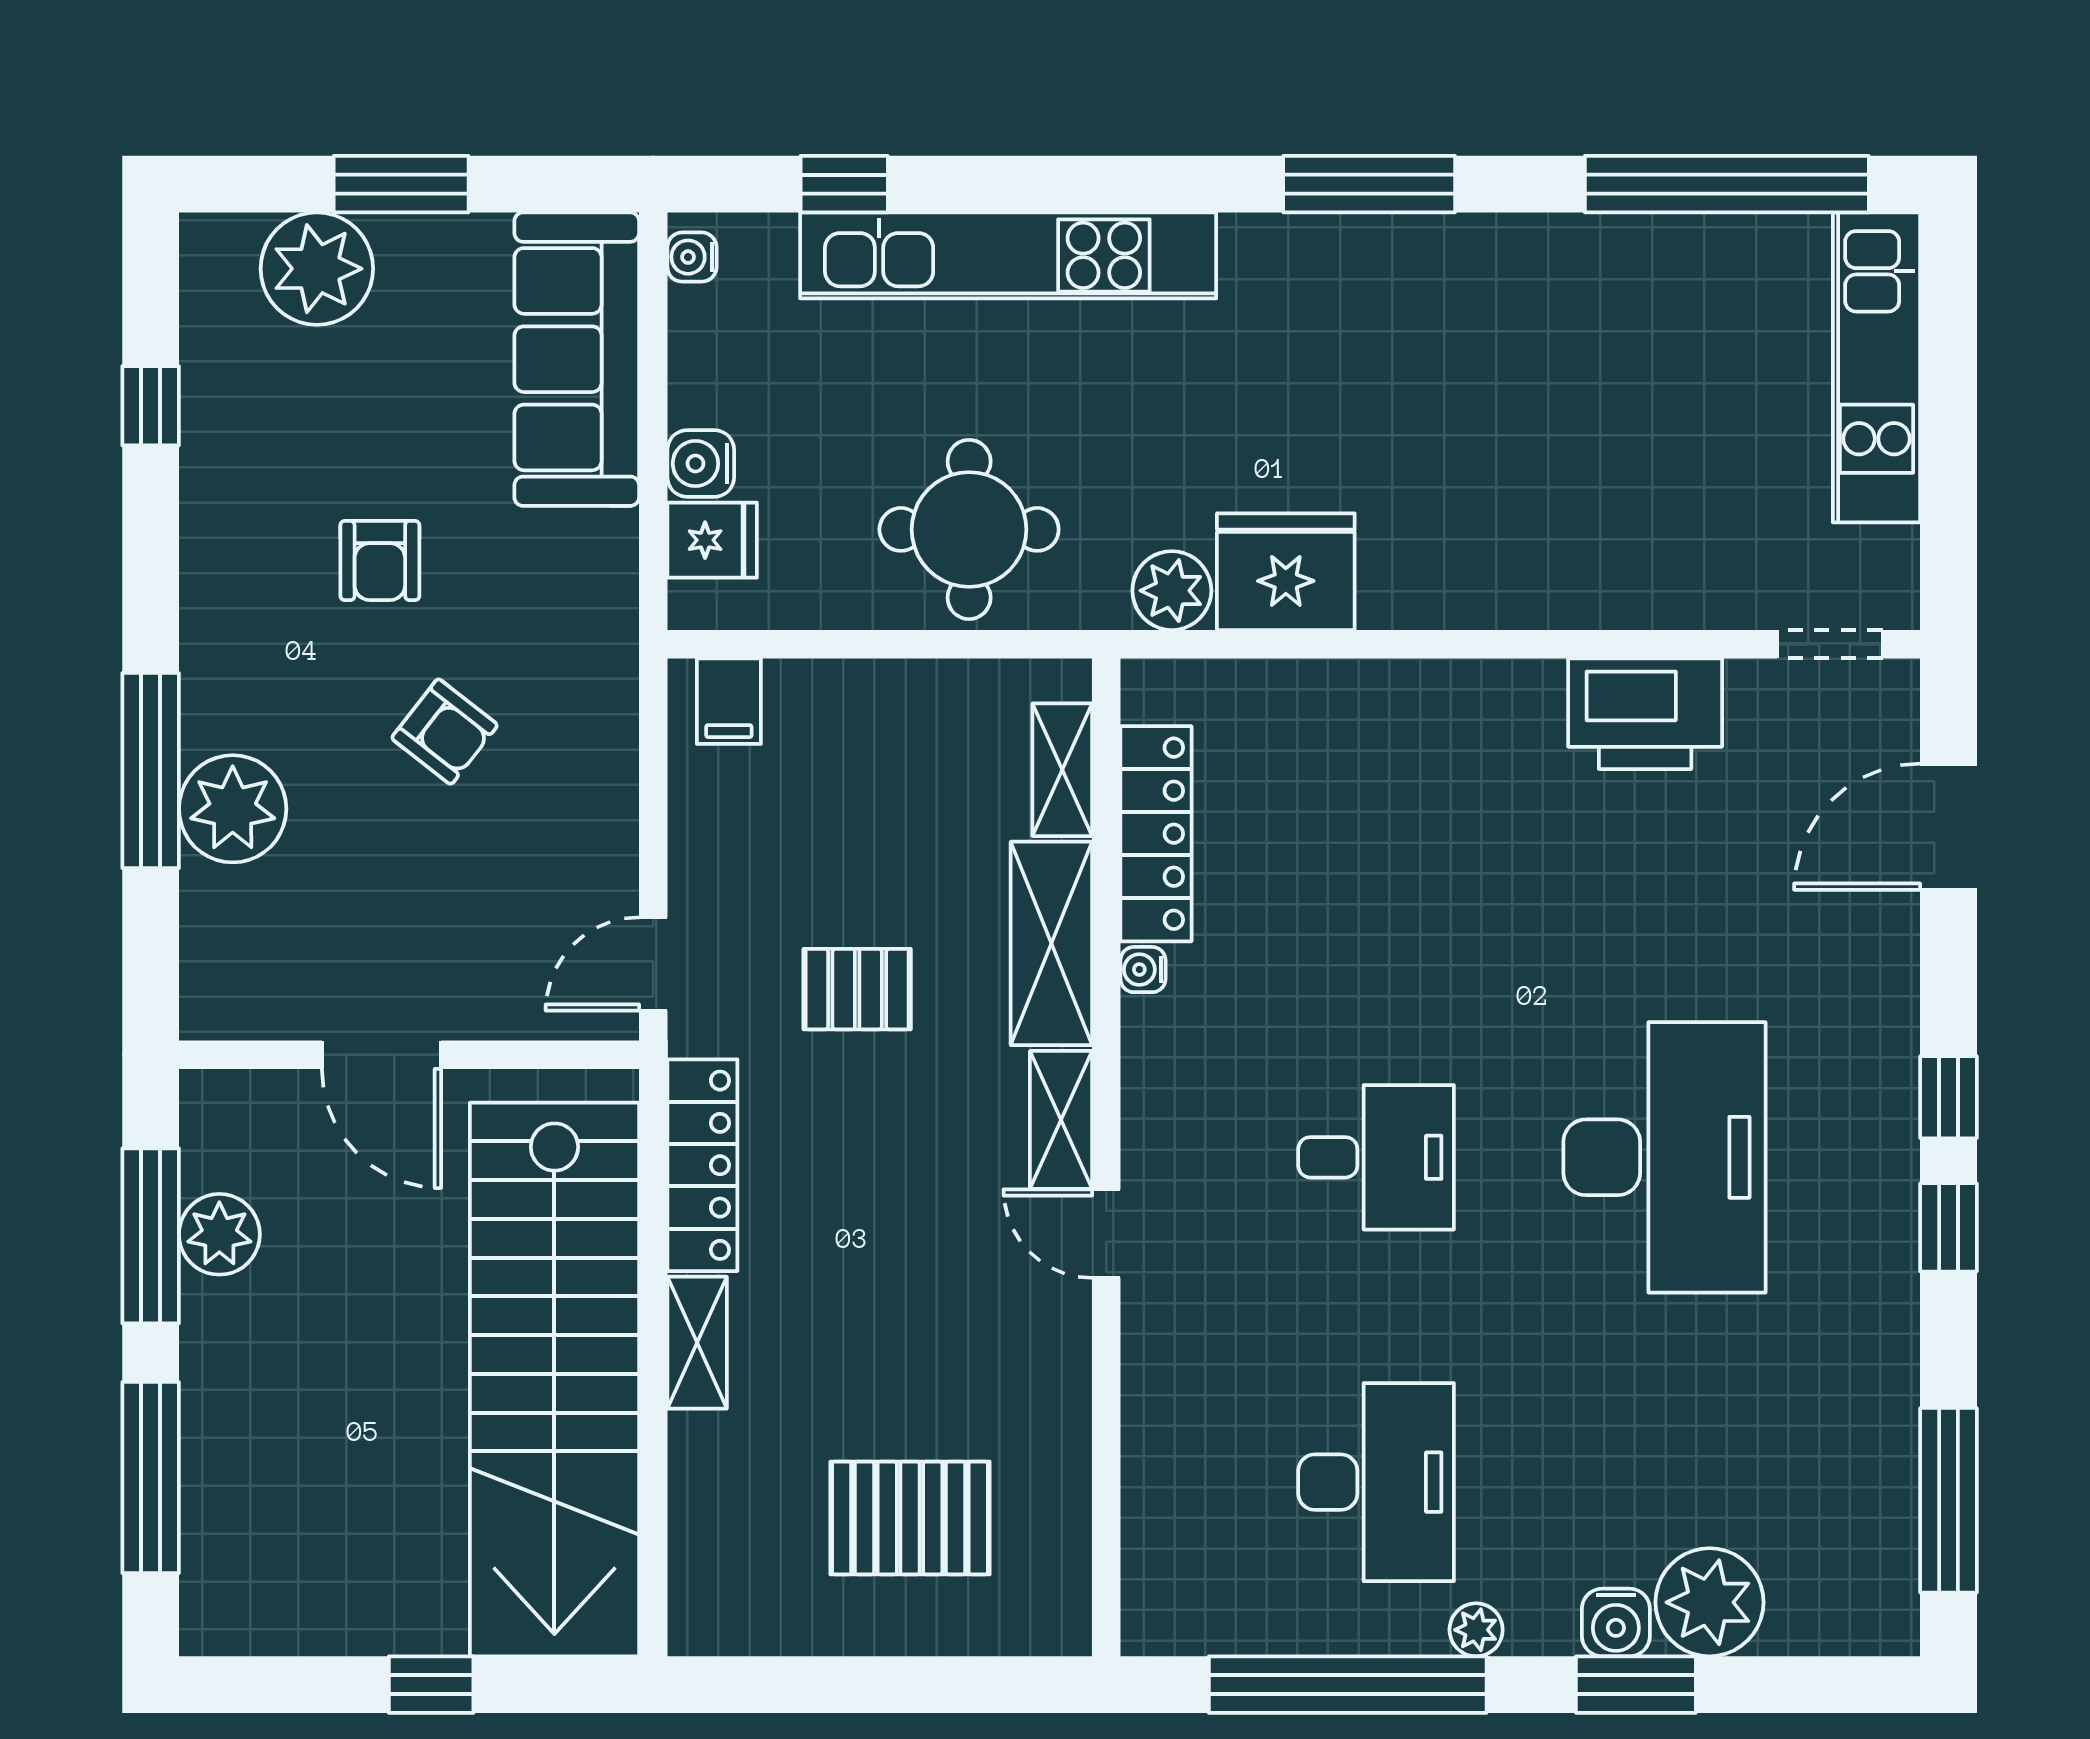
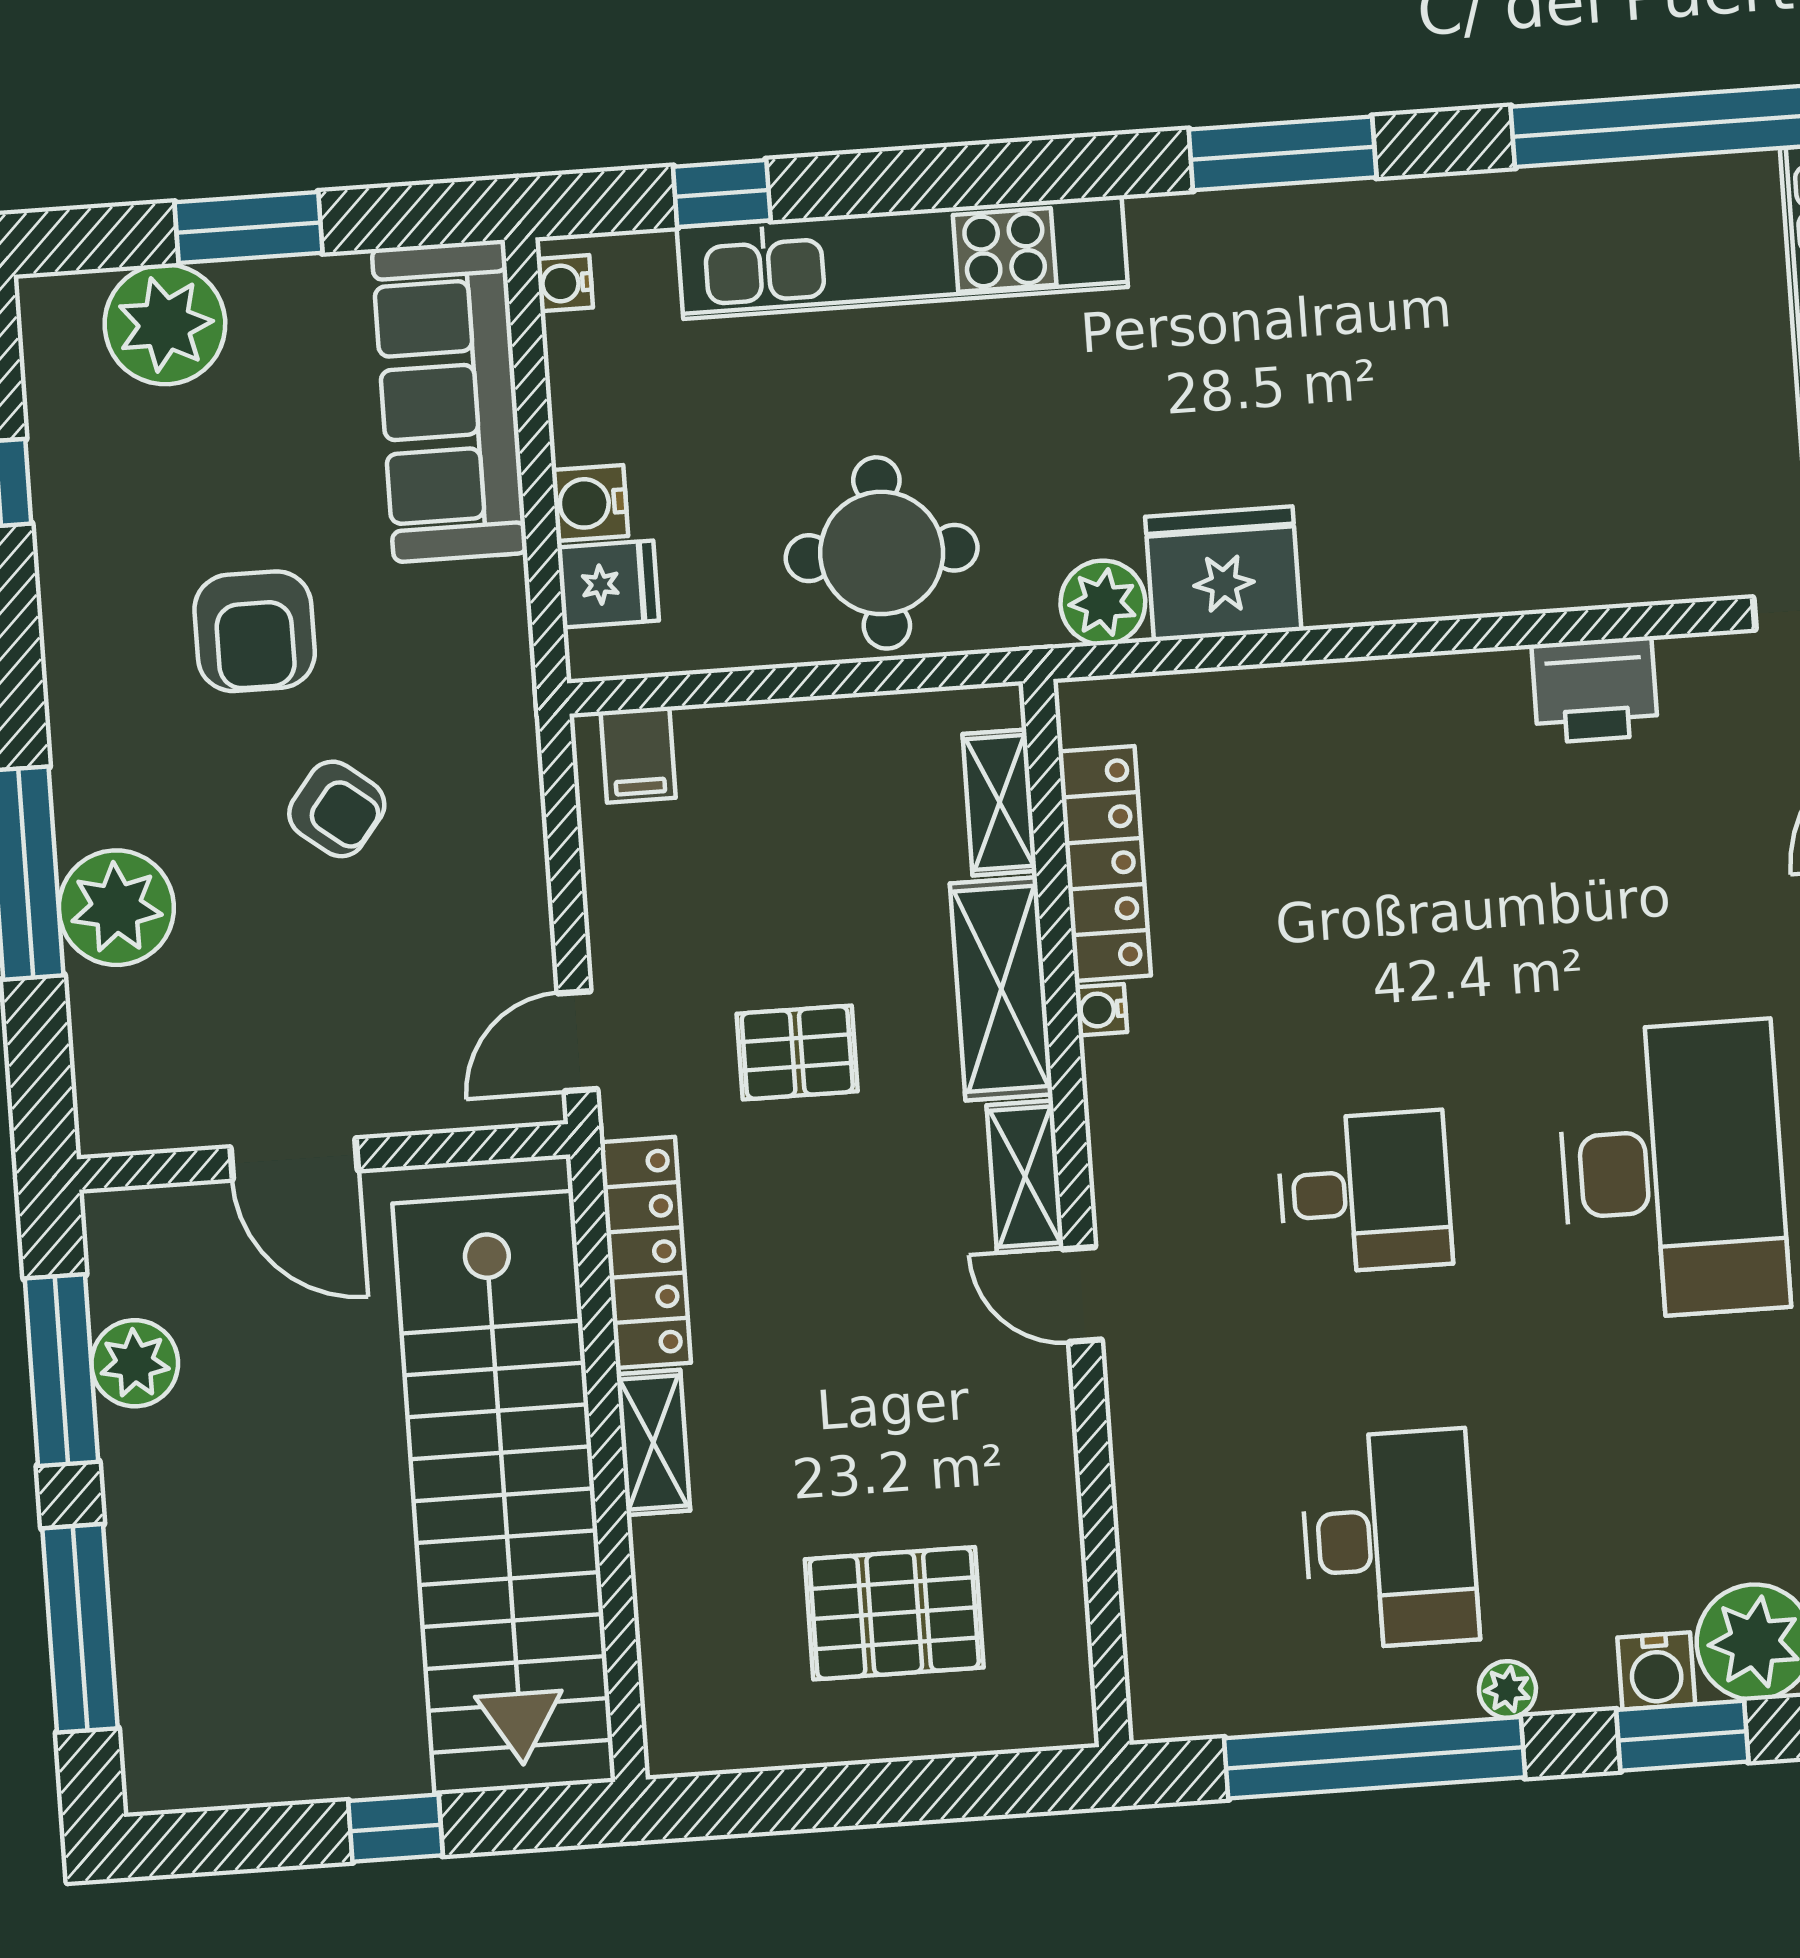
armchair: (380, 561) -> (255, 631), width x1.38, depth x1.38
printer: (1645, 714) -> (1595, 690), width x0.73, depth x0.84

